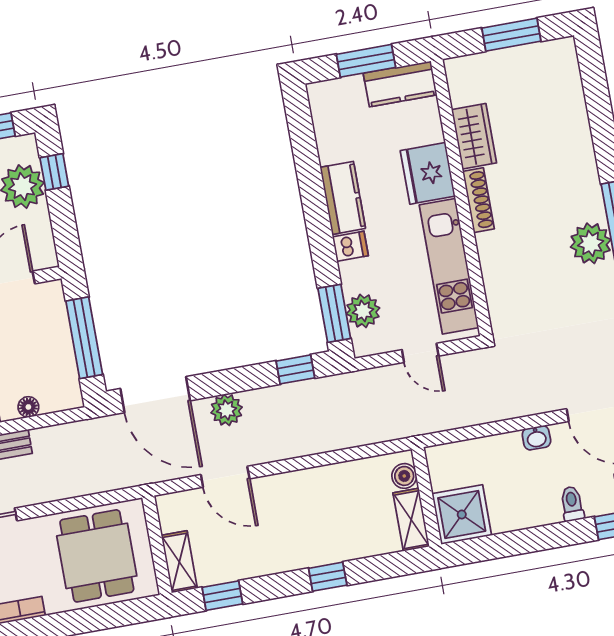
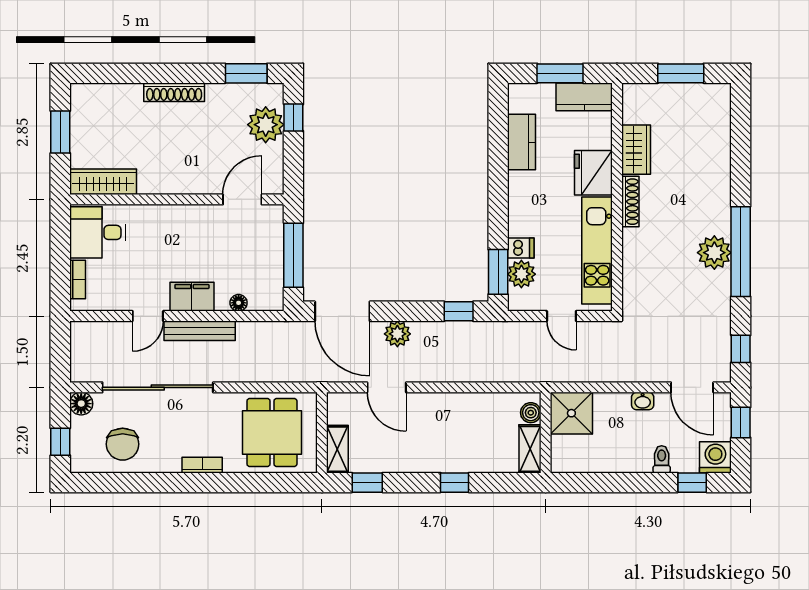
kitchen counter: (343, 198) -> (521, 142), moved
dishwasher: (350, 246) -> (521, 248), moved
shower: (462, 515) -> (571, 413), moved

